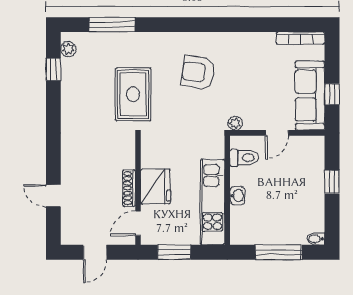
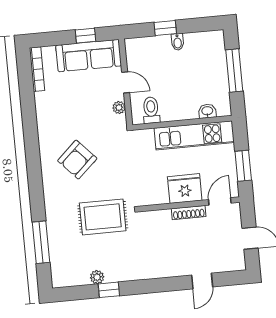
plant: (68, 49) -> (97, 277), moved
window: (53, 69) -> (109, 290), moved
armchair: (198, 73) -> (77, 160), turned 38
plant: (235, 123) -> (119, 108), moved
washbasin: (237, 196) -> (207, 111), moved
door: (138, 223) -> (220, 201), swing flipped
bidet: (316, 239) -> (178, 42), moved

